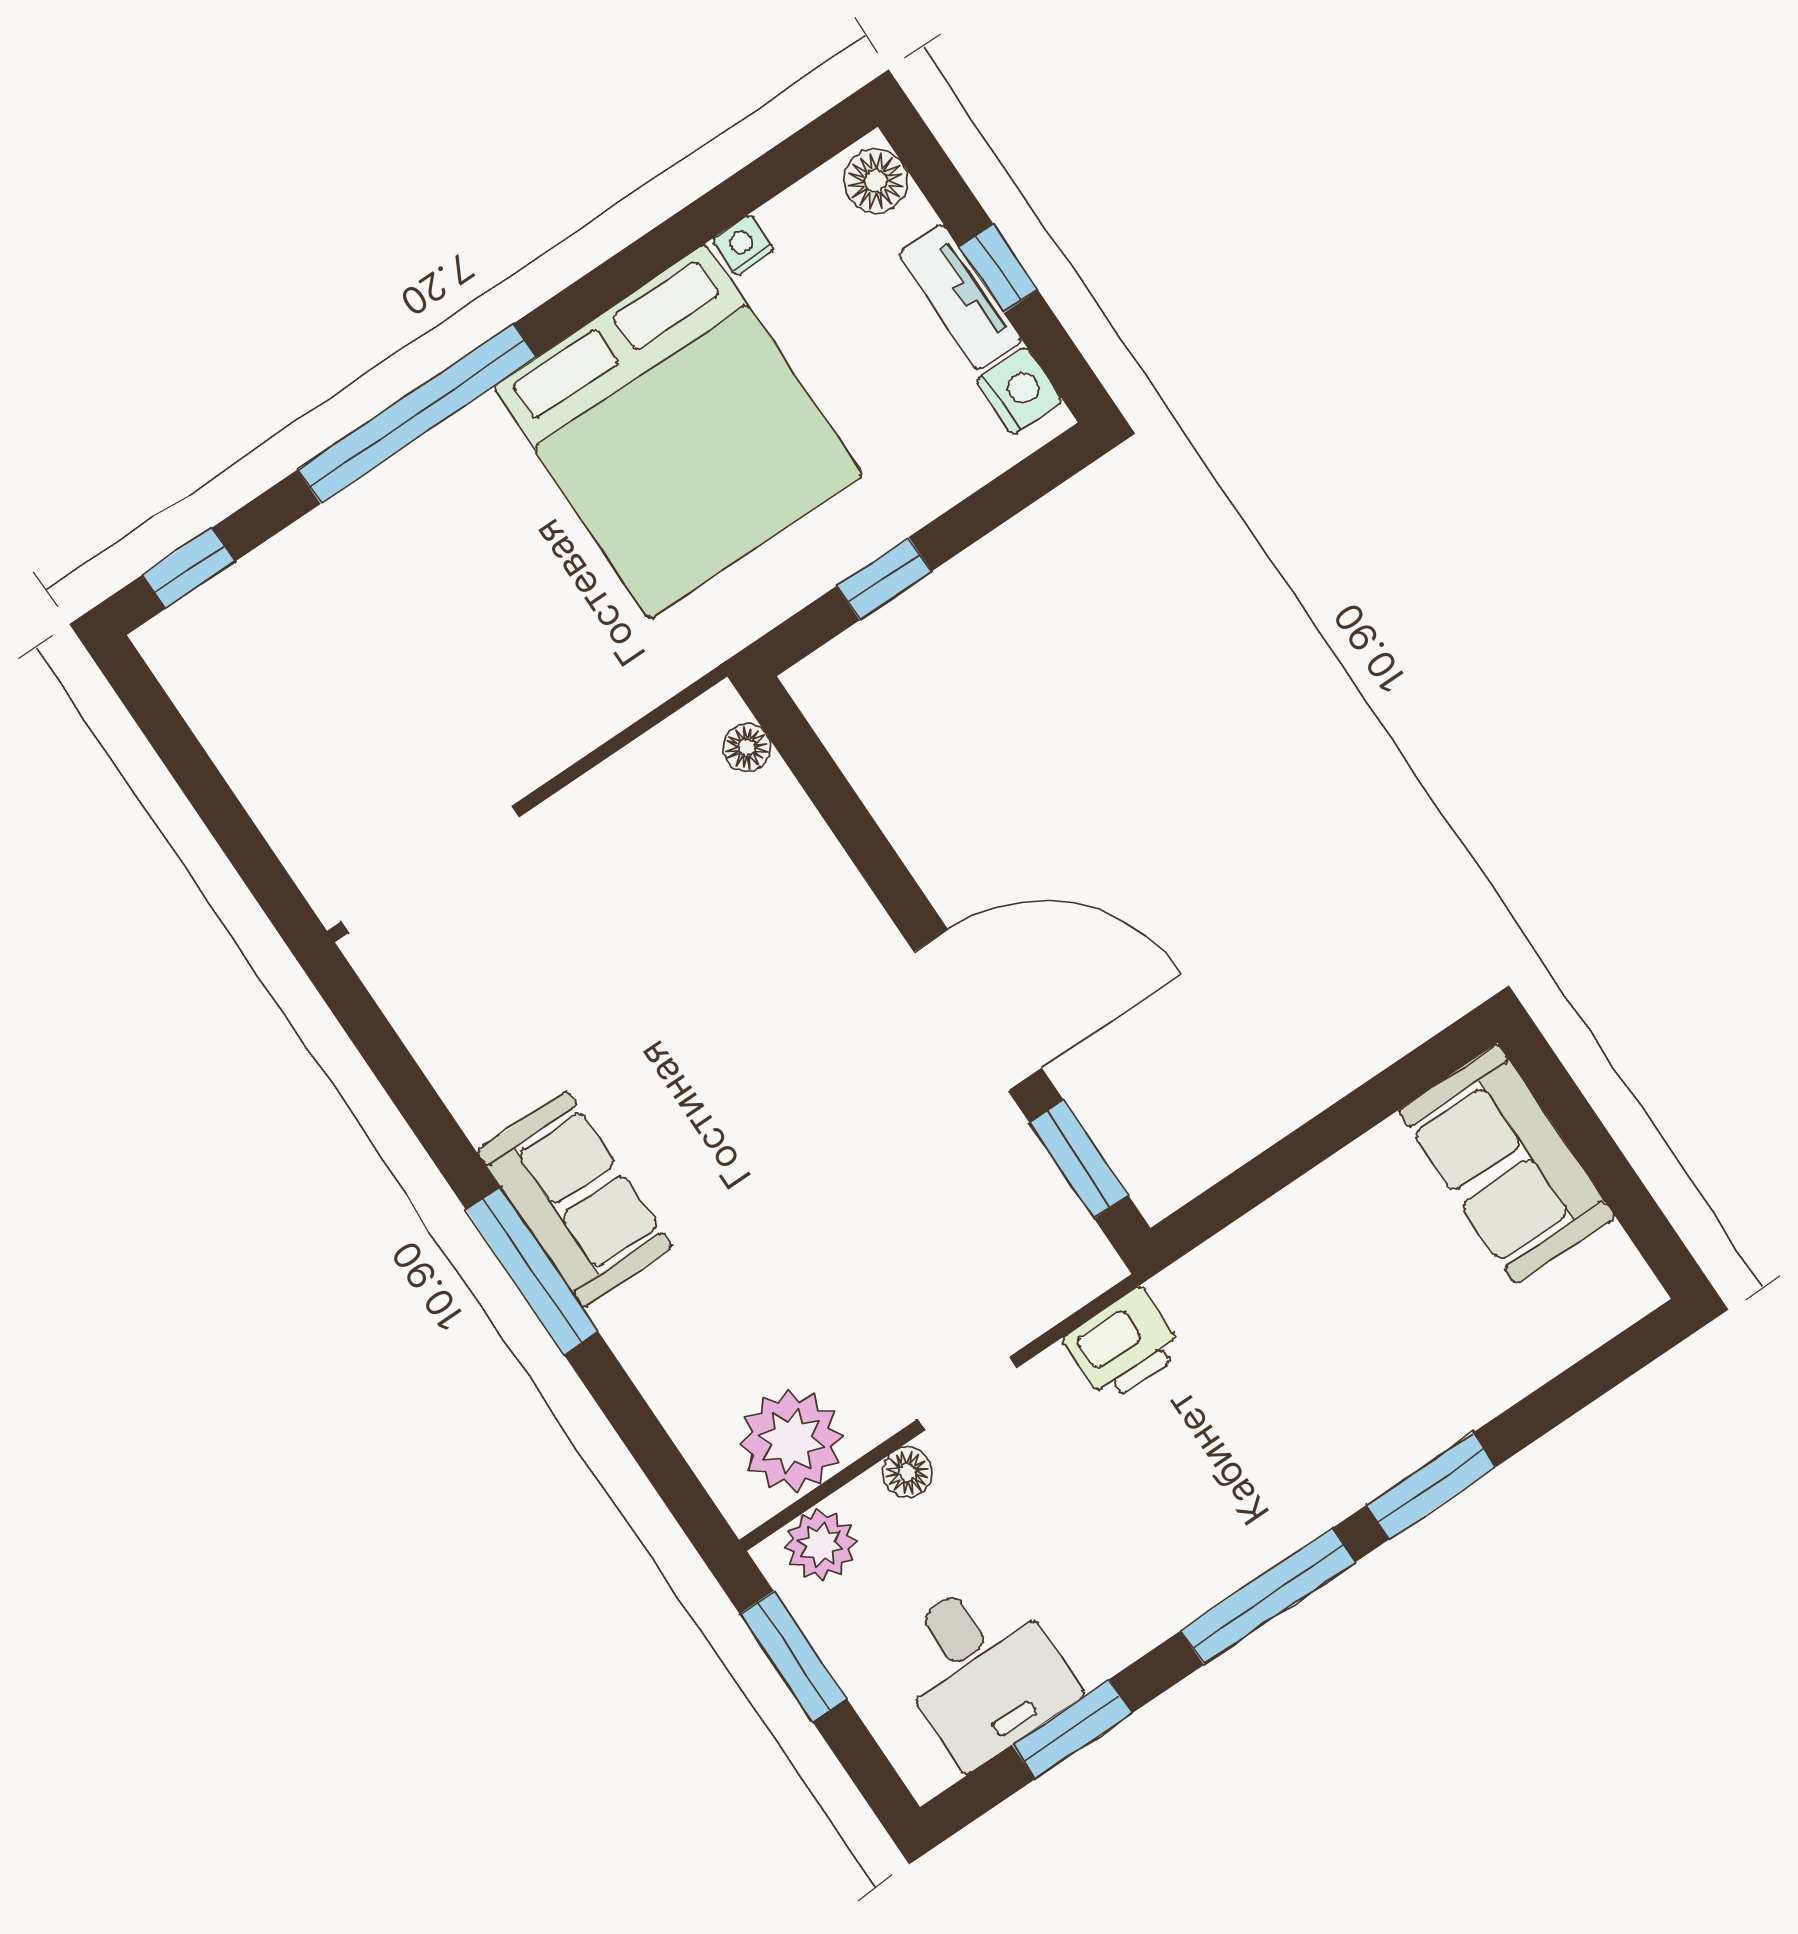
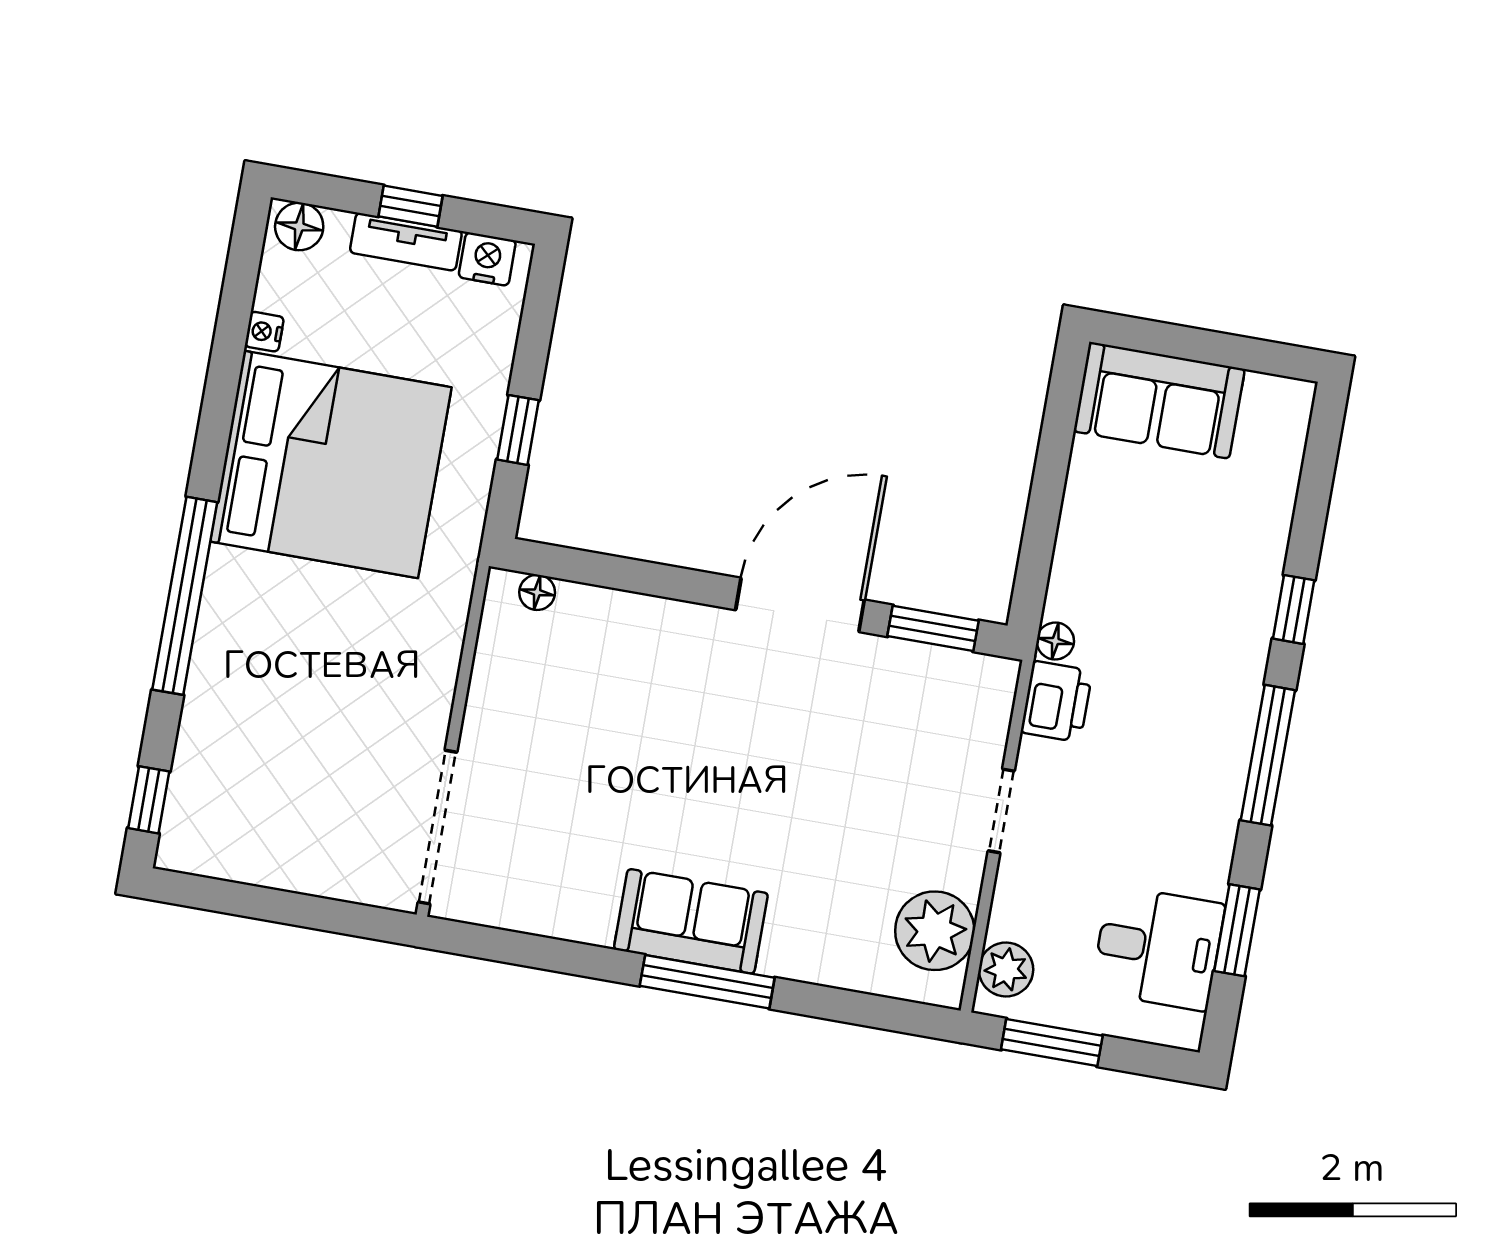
floor lamp: (907, 1472) -> (1055, 641), moved
window: (1431, 1486) -> (1294, 609), width x0.67

